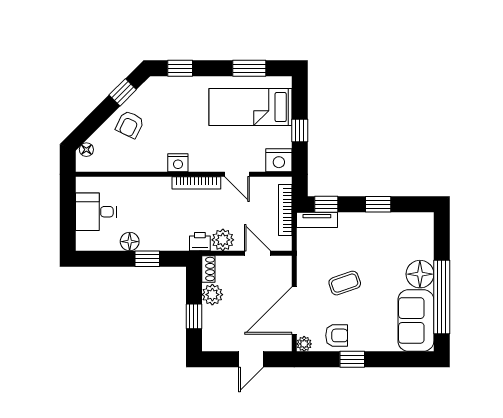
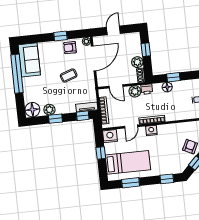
nightstand: (178, 163) -> (151, 130), moved
door: (237, 174) -> (131, 126), swing flipped
plant: (388, 223) -> (49, 110), added
floor lamp: (130, 242) -> (167, 87), moved
floor lamp: (420, 274) -> (32, 110), moved

